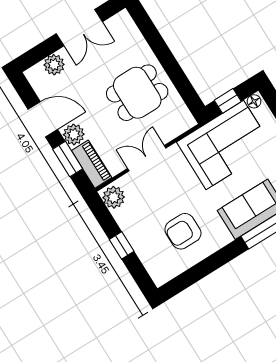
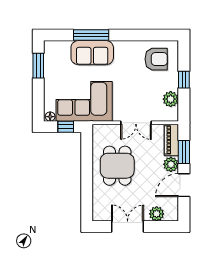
dining table: (137, 93) -> (117, 166), turned 90
door: (43, 119) -> (184, 185), hinge flipped
plant: (114, 197) -> (171, 99), moved
armchair: (183, 231) -> (156, 59), moved

